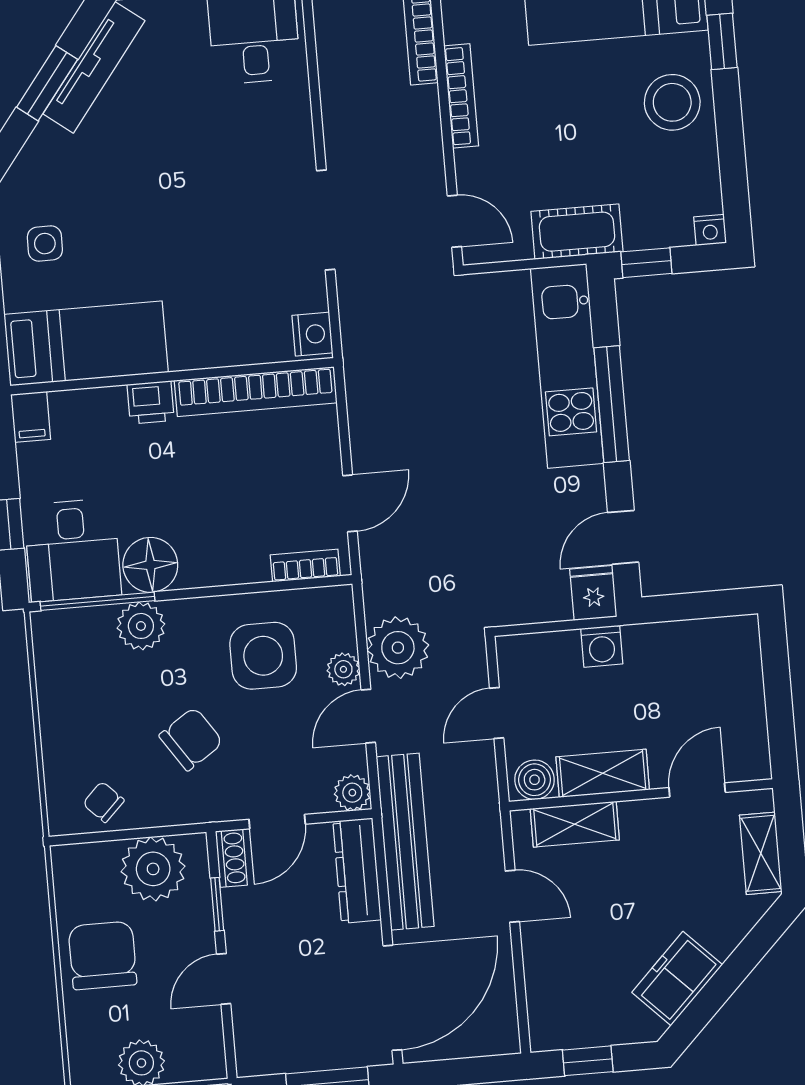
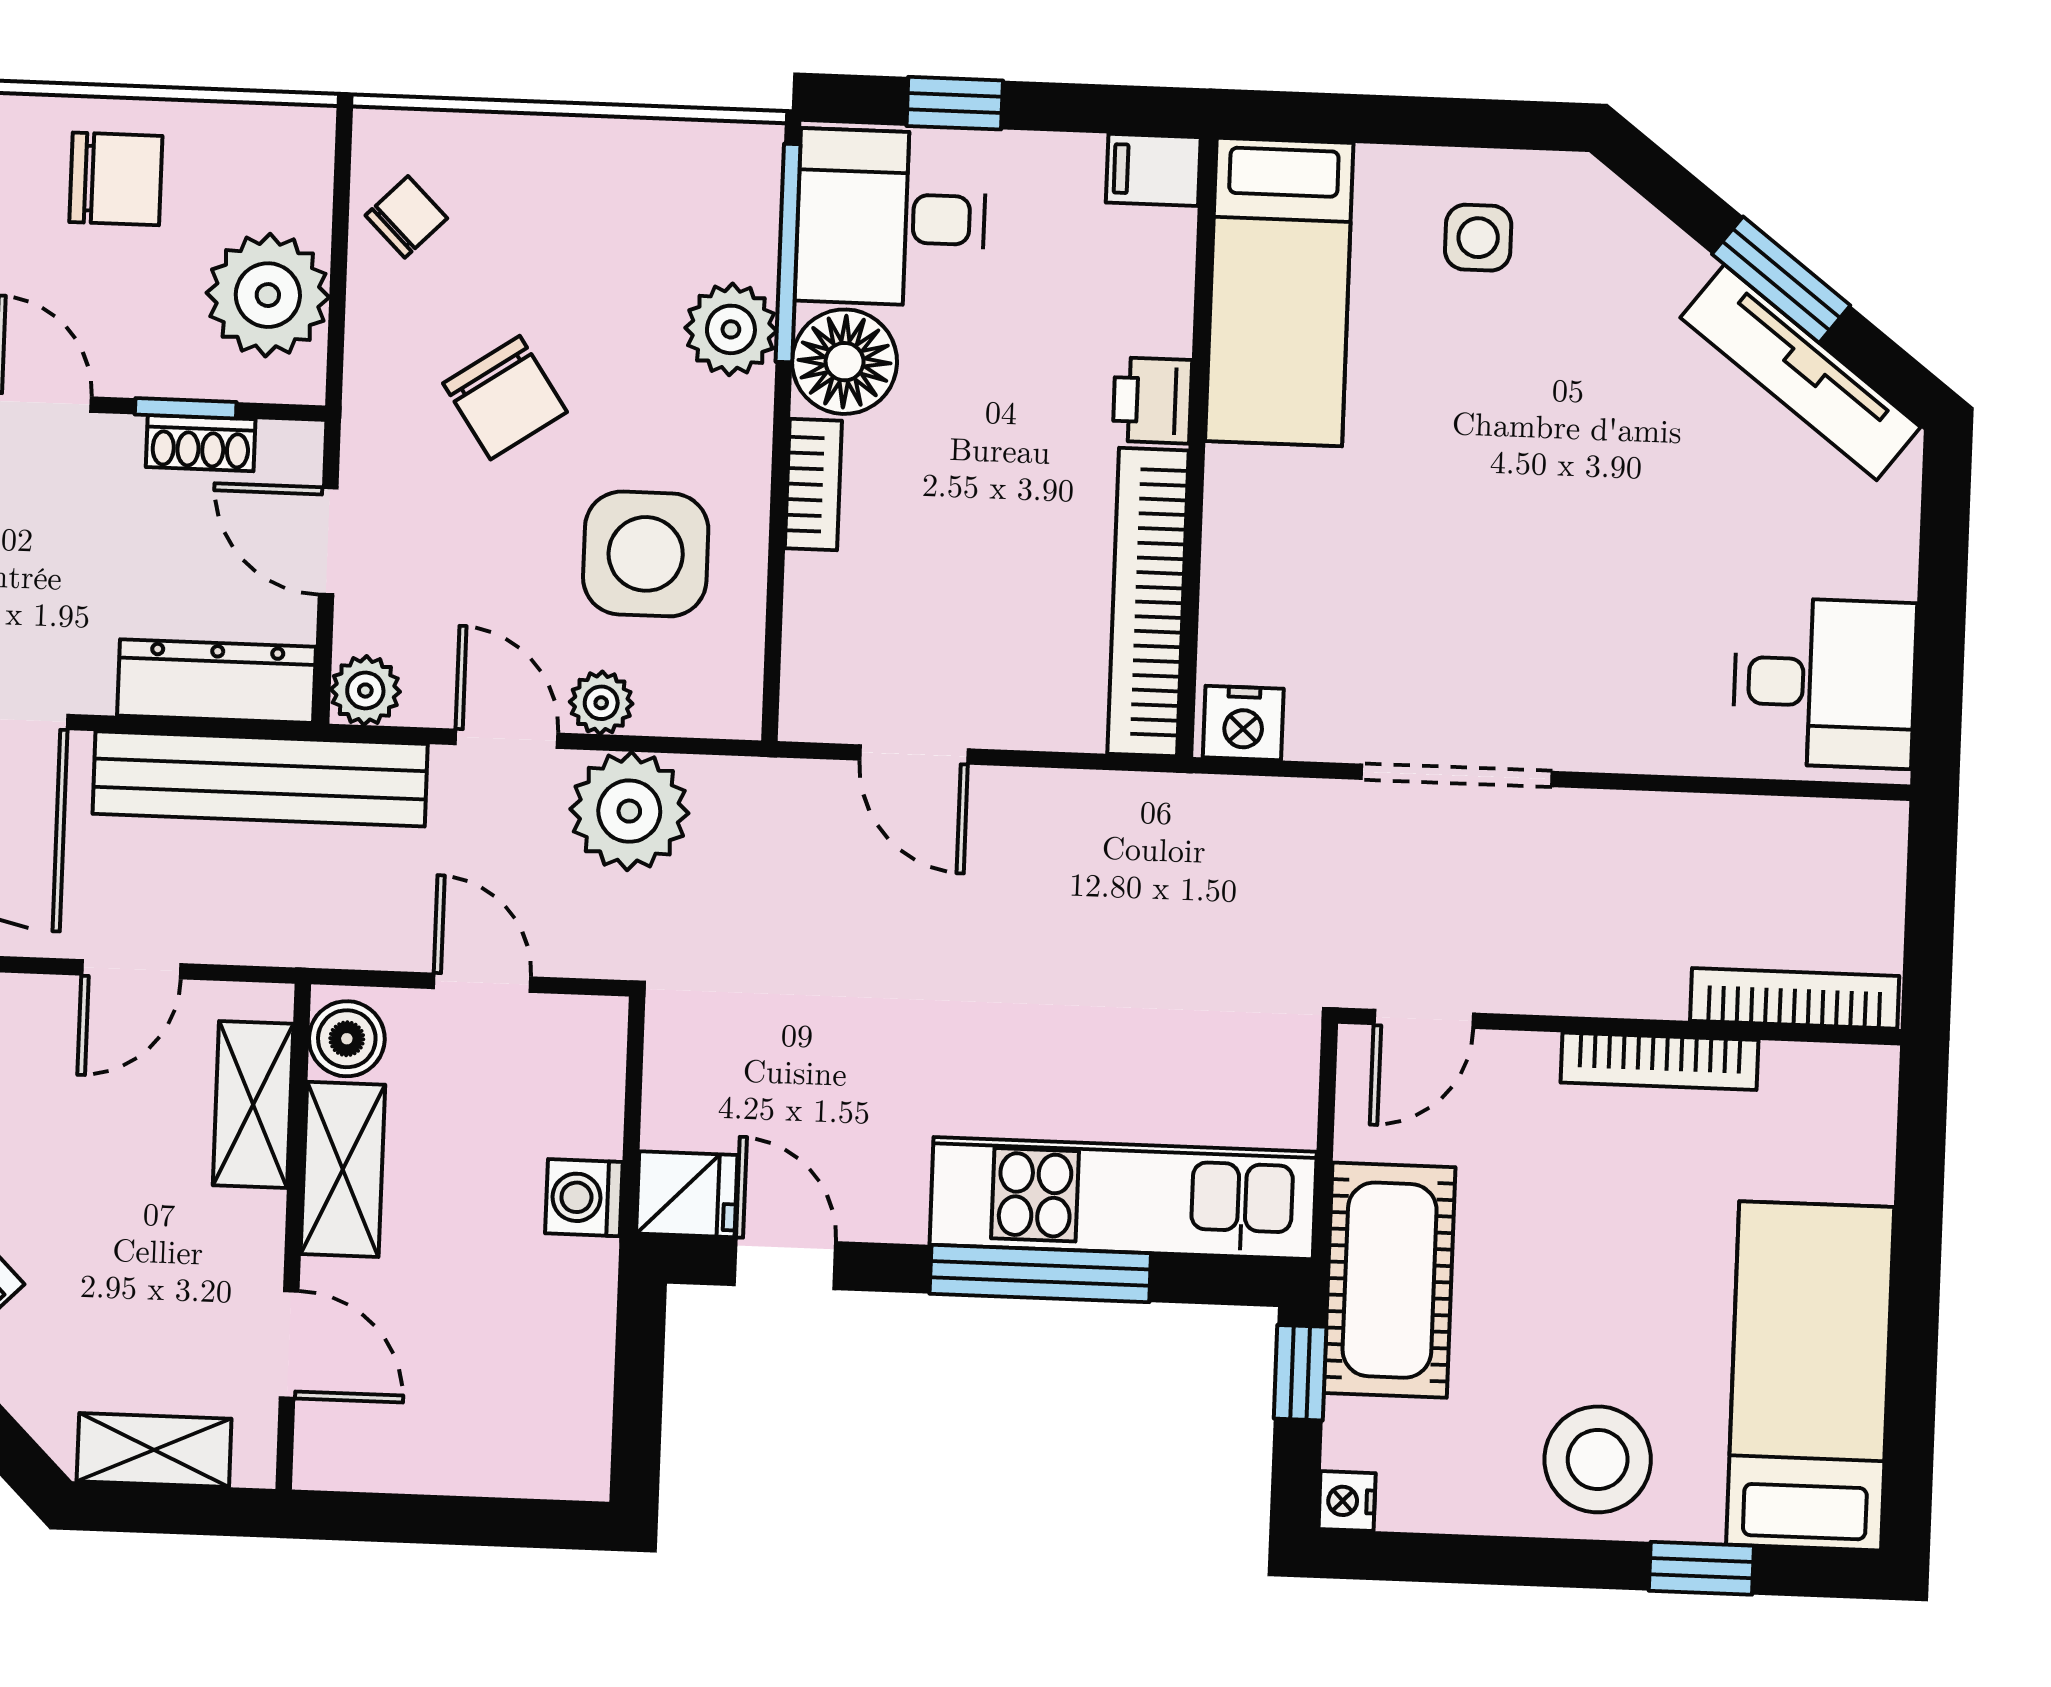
cot: (577, 232) -> (1390, 1280), width x1.37, depth x1.34
bookcase: (305, 565) -> (813, 484), moved
shoe rack: (231, 858) -> (201, 443), moved
chair: (103, 955) -> (116, 179), width x0.73, depth x0.73

